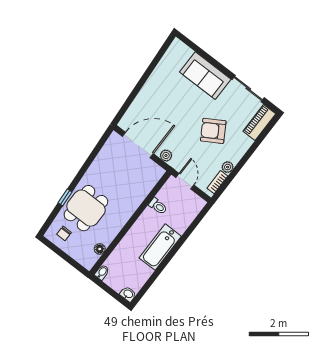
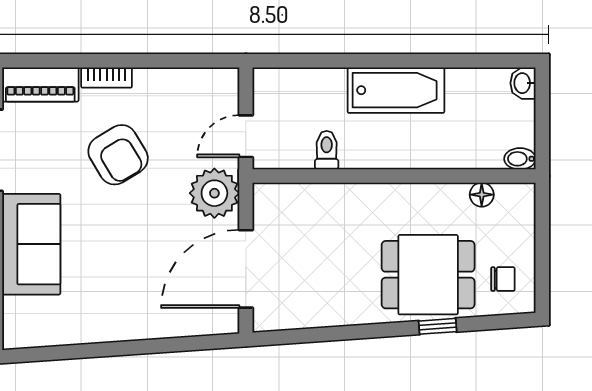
door: (138, 145) -> (246, 269), hinge flipped
plant: (166, 156) -> (214, 193), width x1.88, depth x1.88
plant: (228, 167) -> (163, 80), removed
bookcase: (217, 182) -> (107, 78), moved

